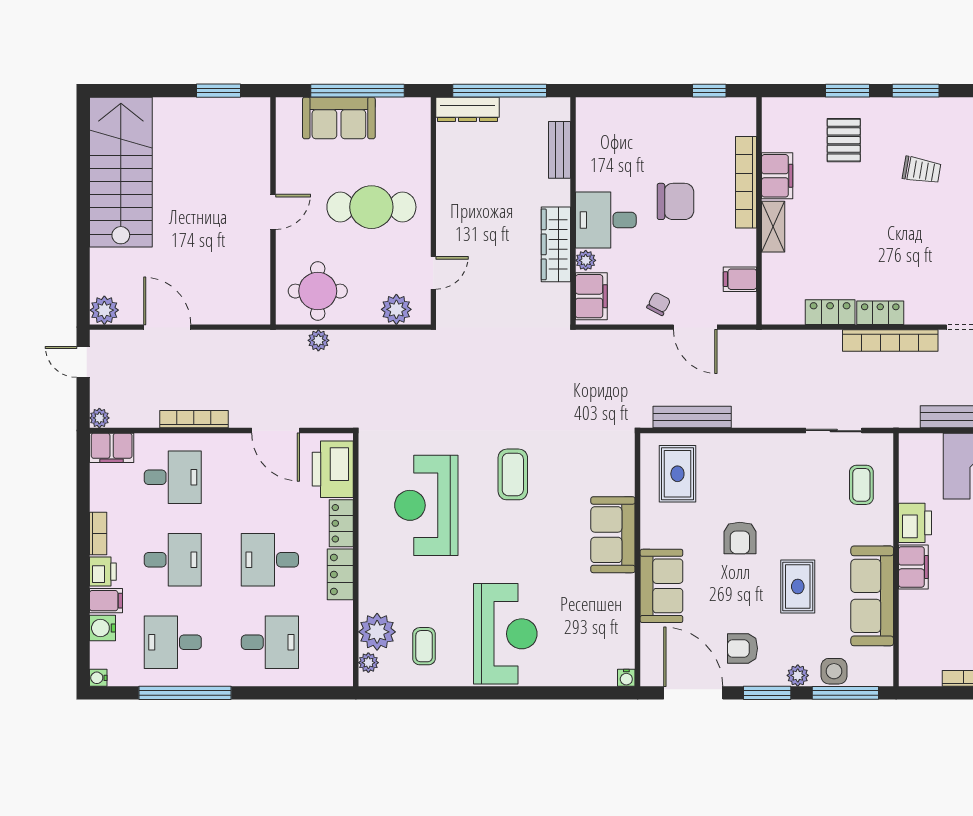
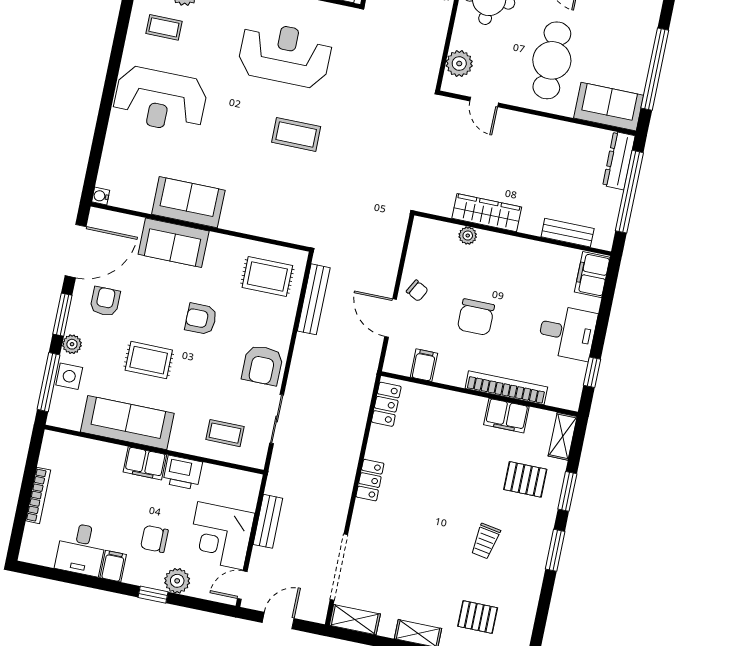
sofa: (339, 118) -> (609, 107), moved, turned 90
chair: (675, 201) -> (476, 317), moved
desk: (606, 220) -> (567, 332), moved, turned 90
shelving: (773, 227) -> (563, 436), moved, turned 90
filing cabinet: (591, 296) -> (592, 275), moved, turned 90
locker: (830, 312) -> (386, 404), moved
door: (695, 327) -> (391, 318), hinge flipped
bookcase: (890, 340) -> (344, 484), removed
armchair: (777, 459) -> (262, 365), added
sofa: (613, 535) -> (188, 202), moved

